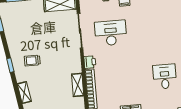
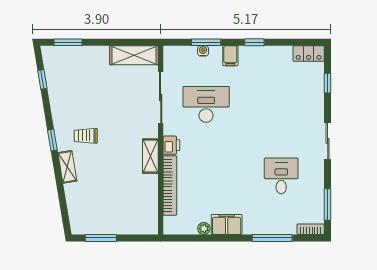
shelving: (78, 85) -> (150, 156), moved
shelving: (24, 93) -> (67, 167), moved

